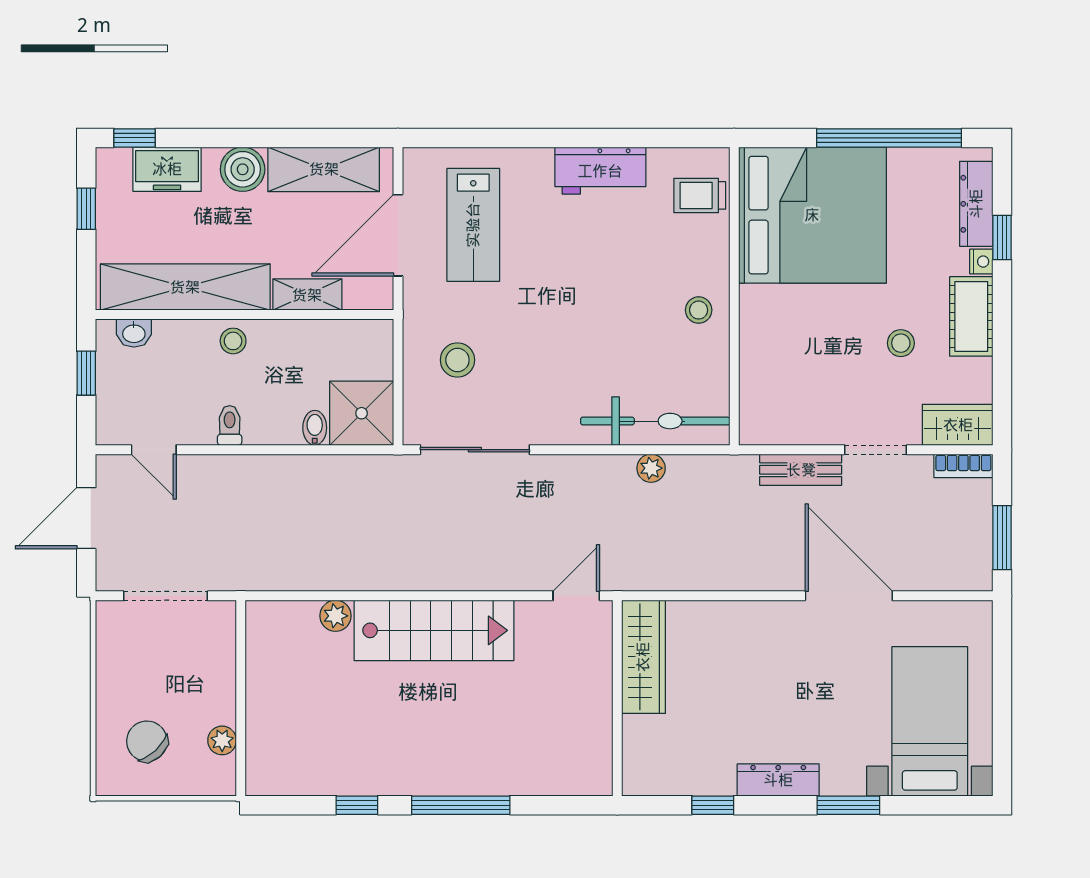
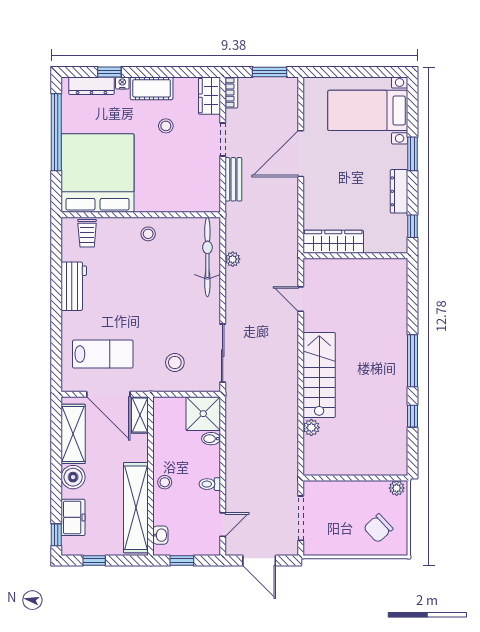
shelving: (307, 295) -> (140, 415), moved
wardrobe: (643, 657) -> (333, 242), moved
wall: (617, 698) -> (355, 256), moved
plant: (222, 740) -> (397, 488), moved

